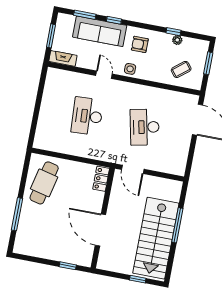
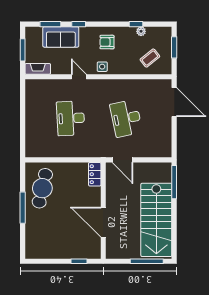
sofa: (100, 31) -> (61, 37), width x0.73
window: (17, 214) -> (23, 208), moved
window: (177, 225) -> (174, 182), moved
window: (138, 279) -> (147, 261), width x2.17

